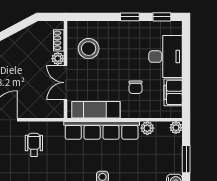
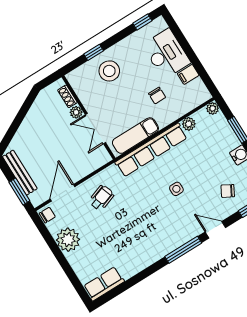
window: (130, 17) -> (94, 52), moved
stool: (89, 49) -> (109, 71), moved
filing cabinet: (173, 92) -> (188, 74), width x0.50
wheelchair: (34, 145) -> (101, 198), turned 71

